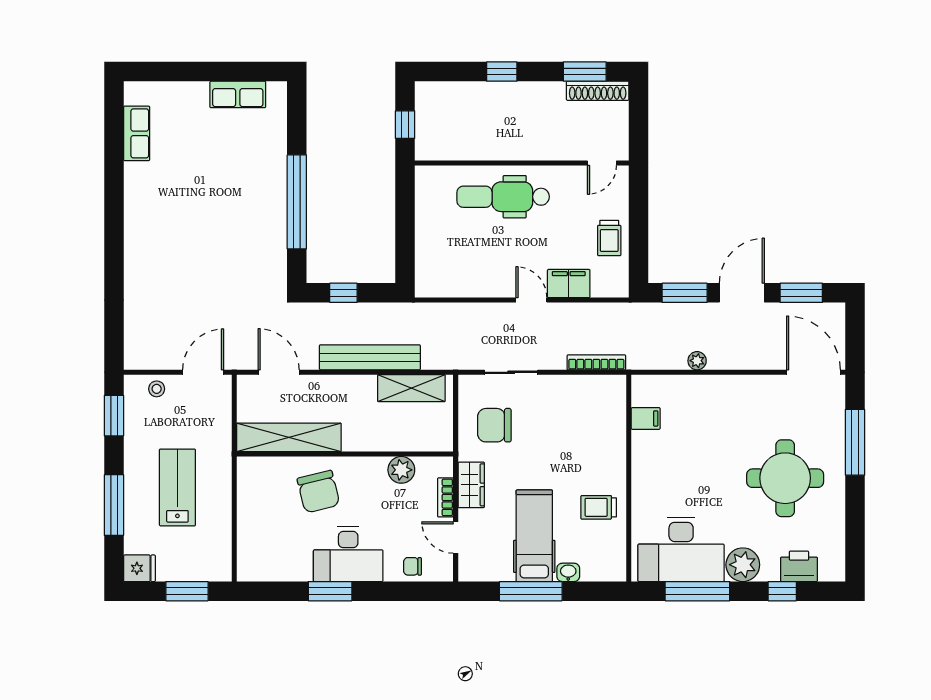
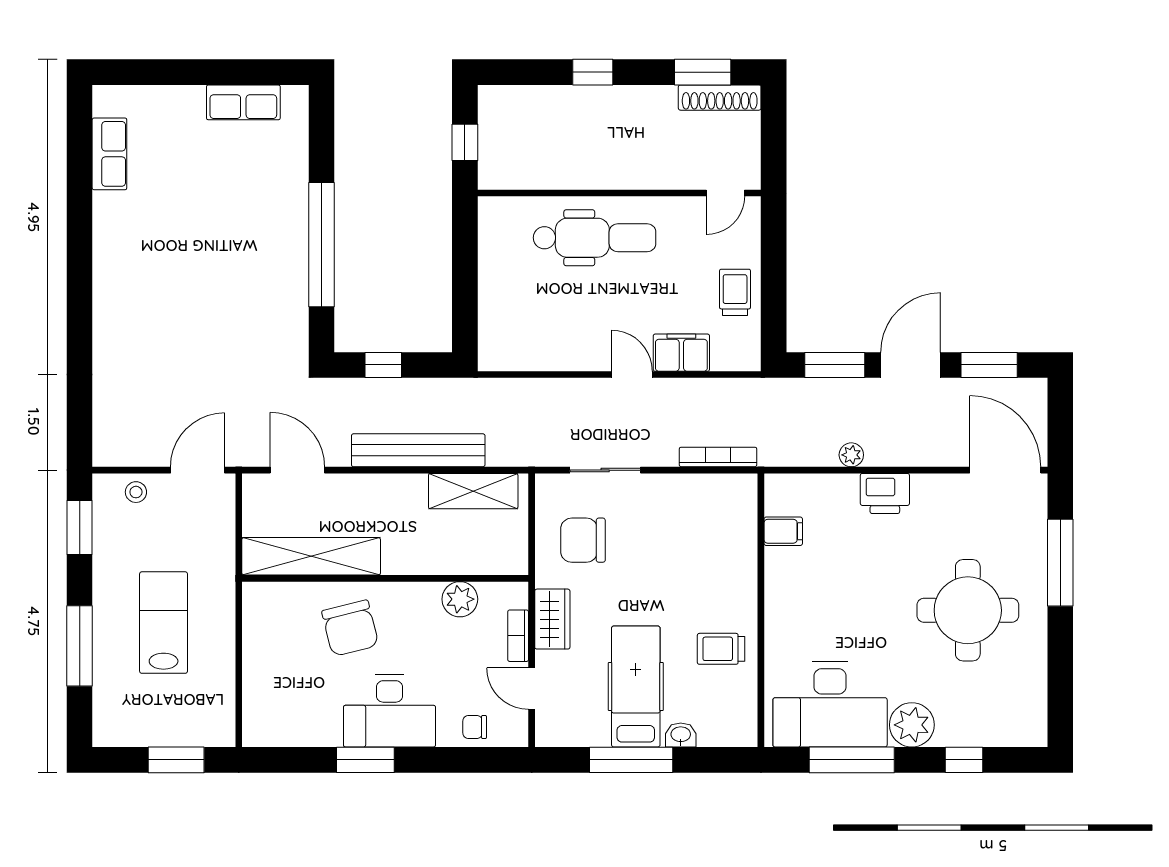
dental chair: (503, 197) -> (595, 238), turned 180
trolley: (609, 238) -> (735, 292), turned 180
printer: (799, 566) -> (885, 493), moved, turned 180
fridge: (139, 568) -> (113, 730), removed

